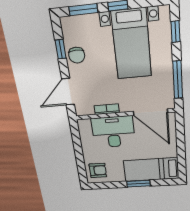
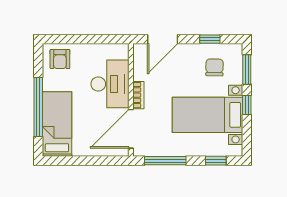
chair: (77, 55) -> (215, 67), moved, turned 91
door: (68, 92) -> (163, 39), swing flipped
bookcase: (107, 109) -> (138, 95), moved
window: (138, 184) -> (38, 107), width x2.11

